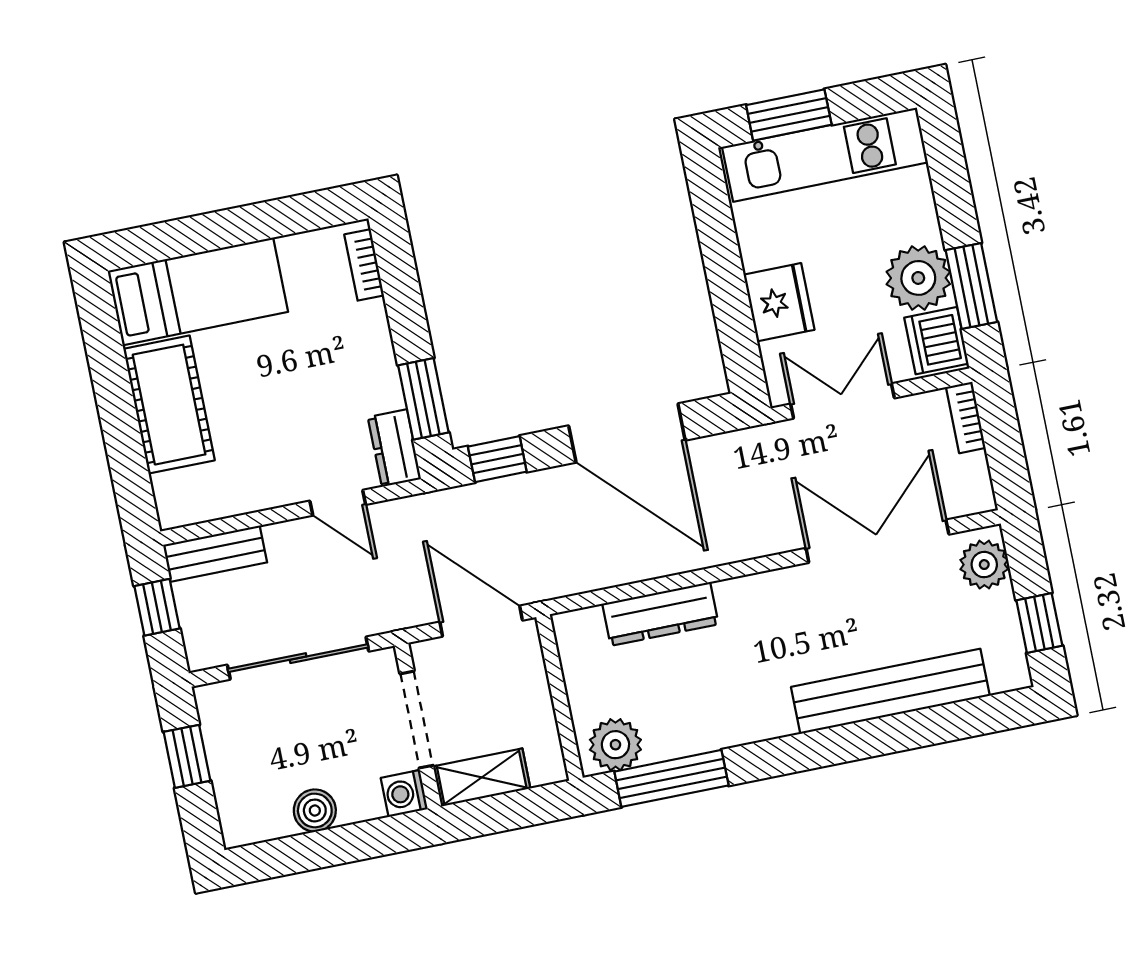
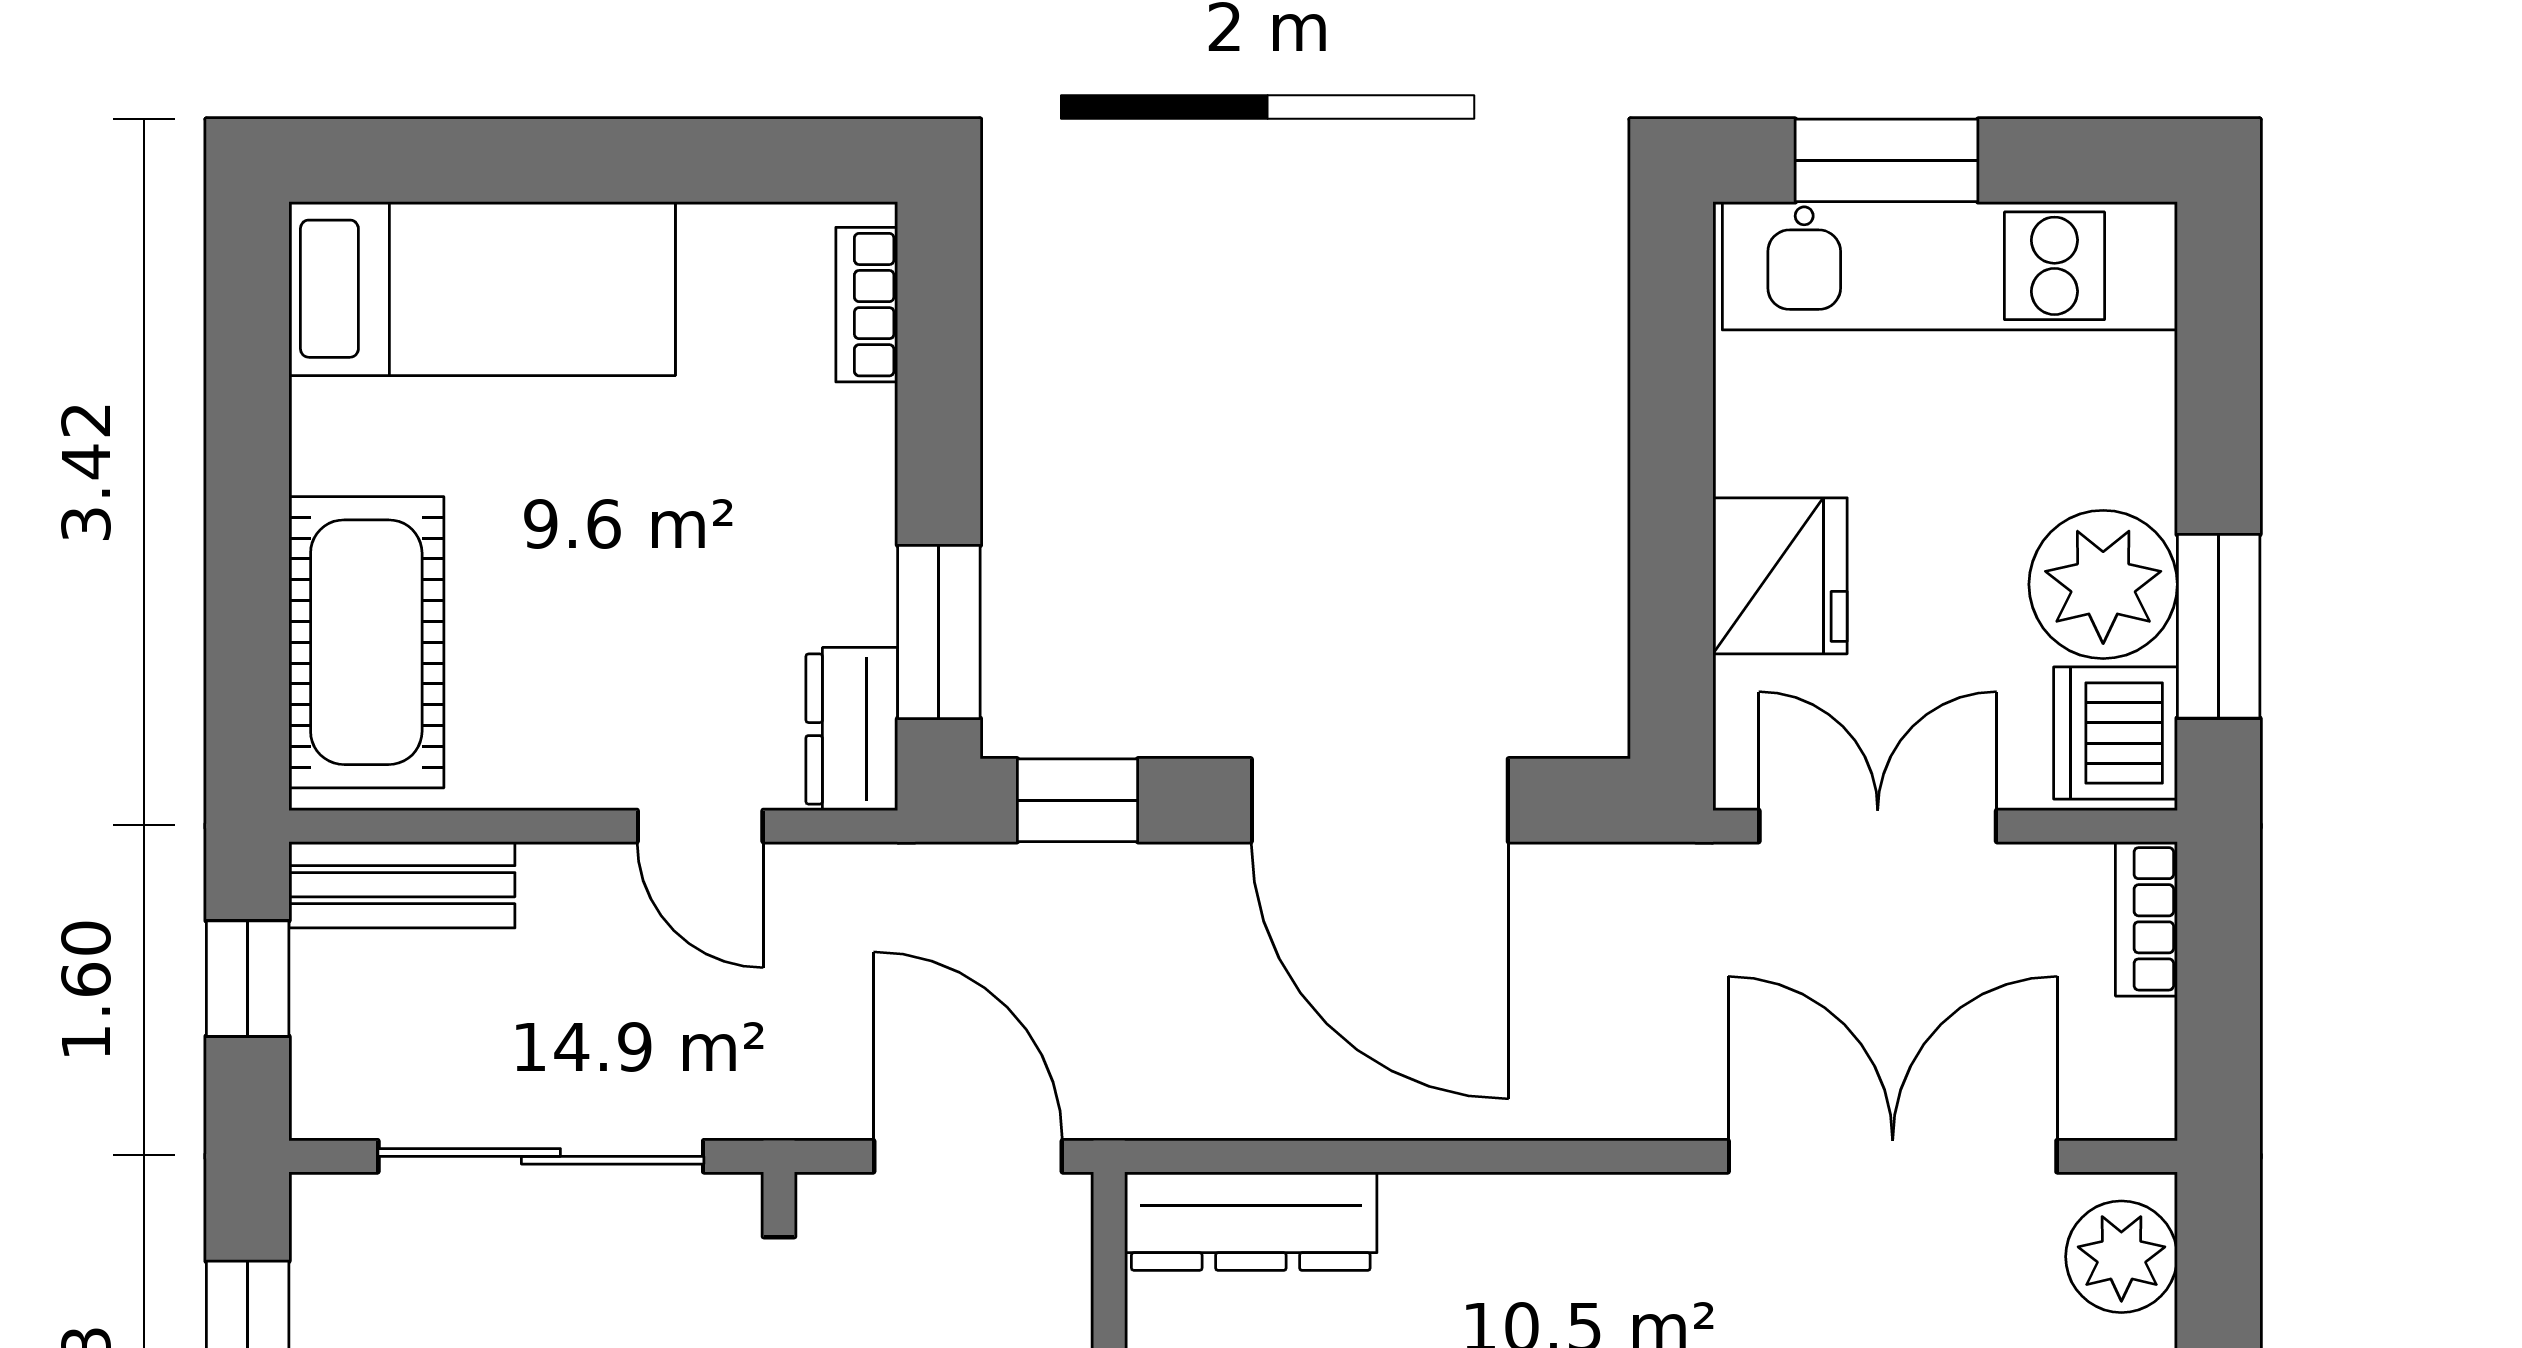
cot: (169, 405) -> (366, 642), moved
dresser: (660, 614) -> (1251, 1221), moved

